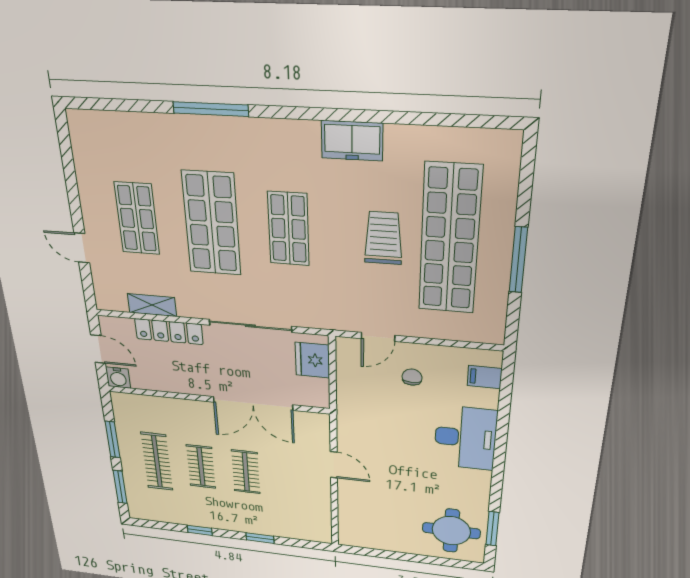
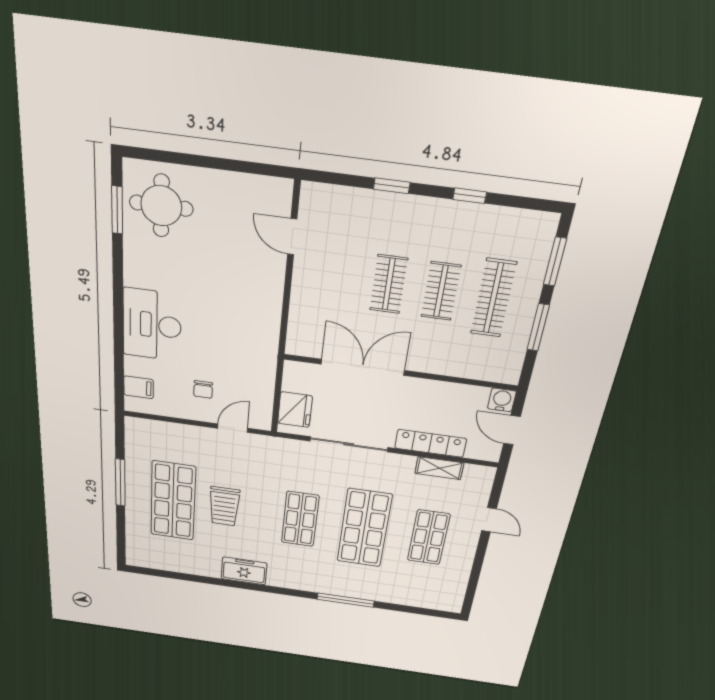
shop shelf: (450, 240) -> (173, 501), width x0.71
door: (334, 465) -> (292, 237), moved

